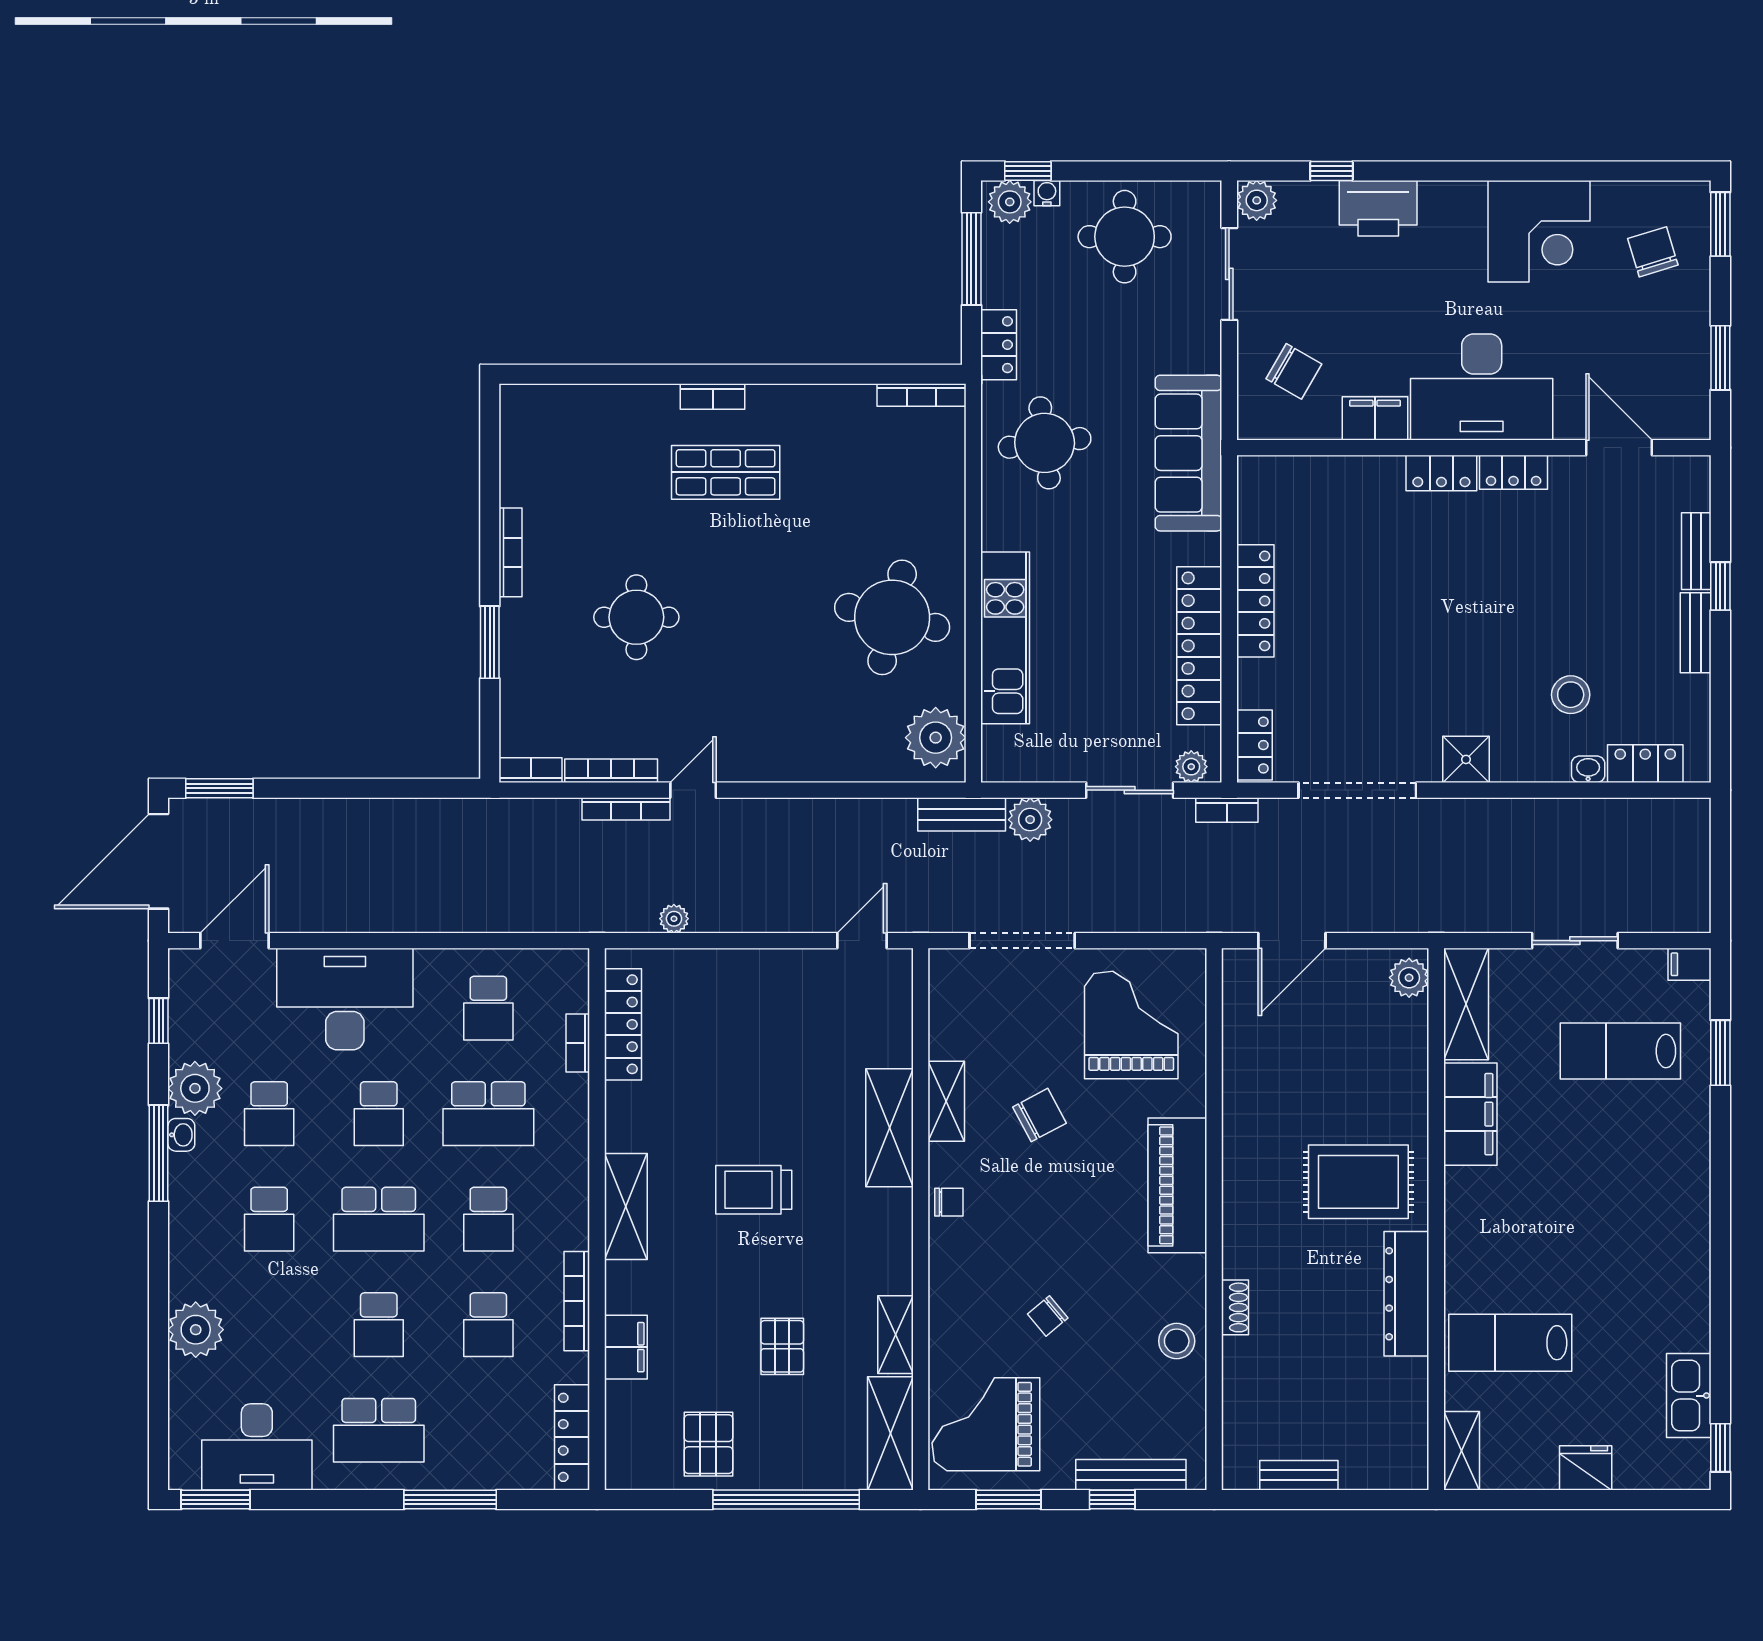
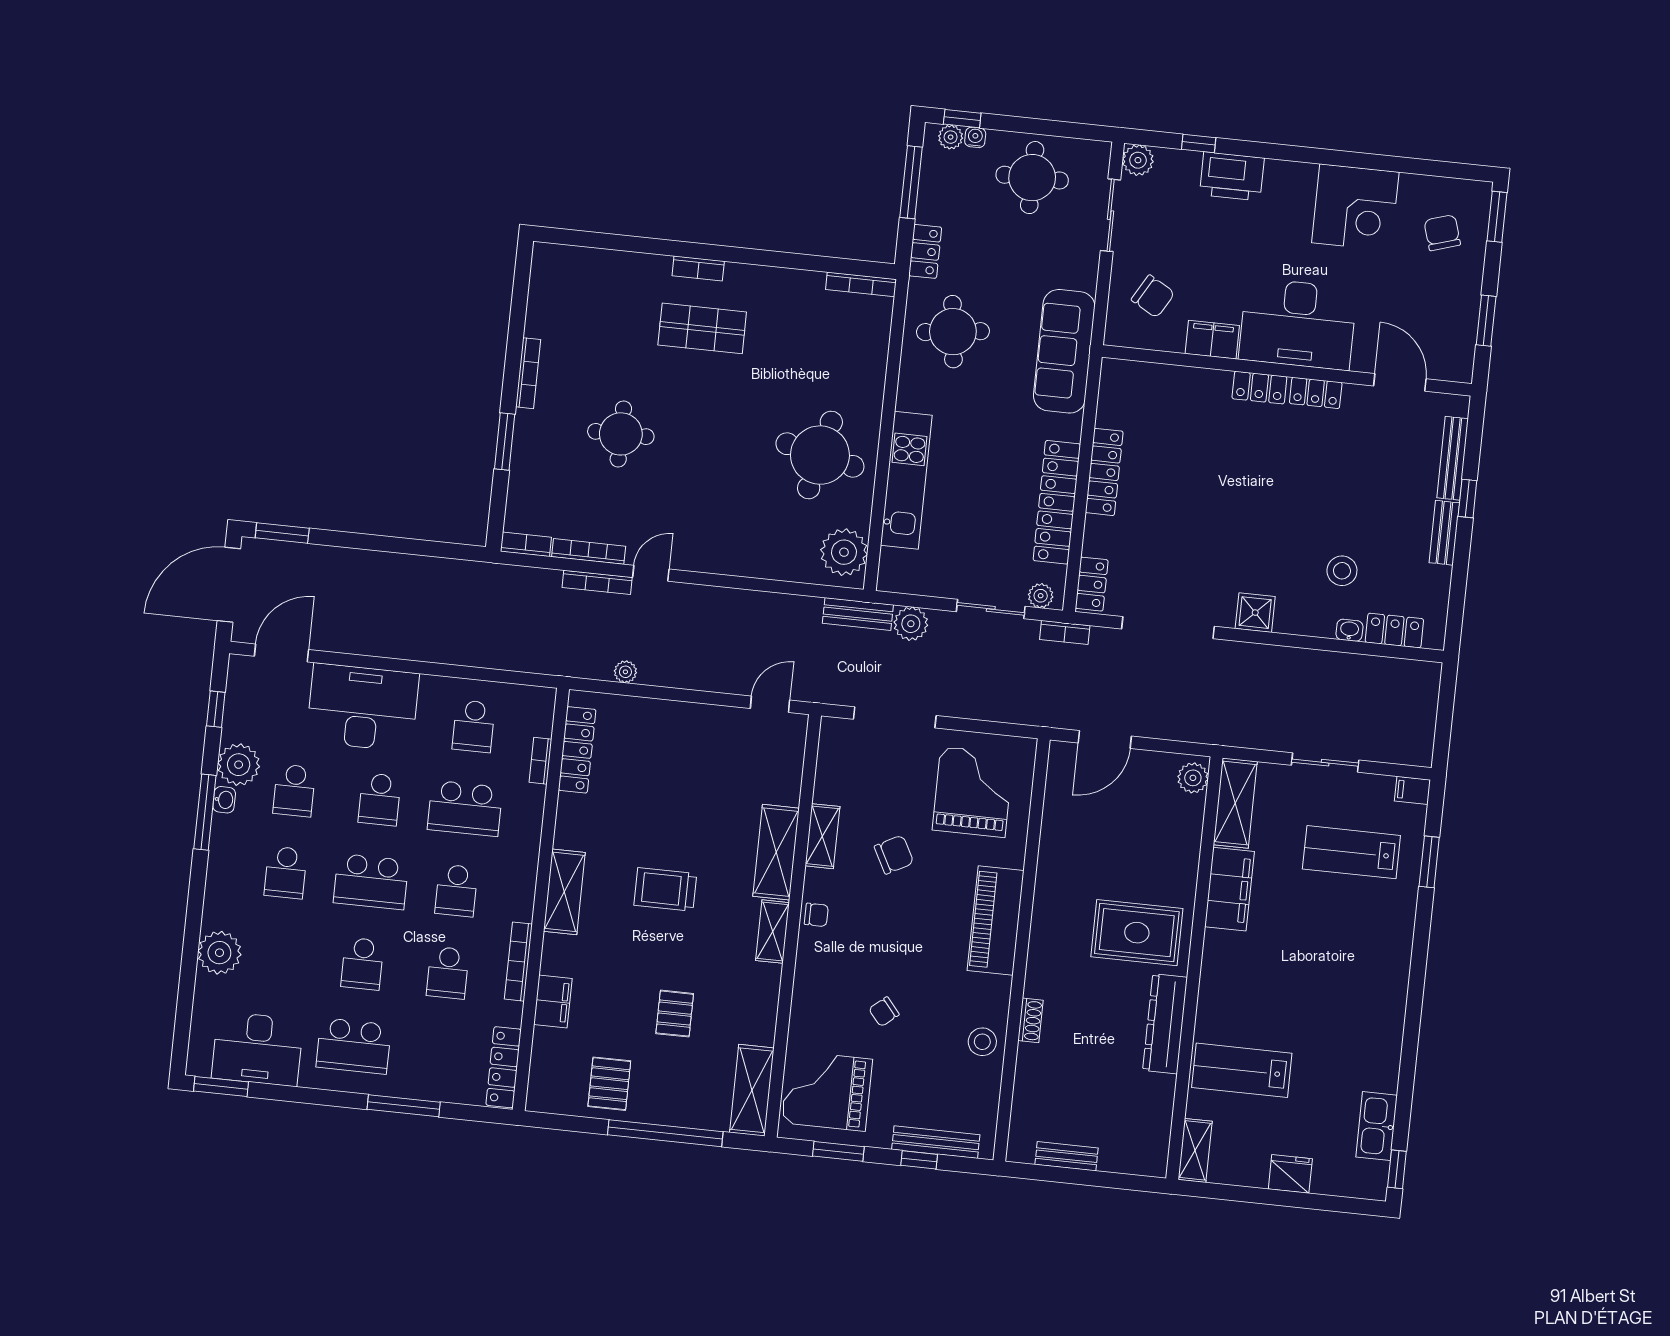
plant: (1010, 202) -> (951, 137), width x0.73, depth x0.73
bench: (1696, 551) -> (1453, 458), width x1.36
shelving: (896, 1335) -> (773, 932), moved

